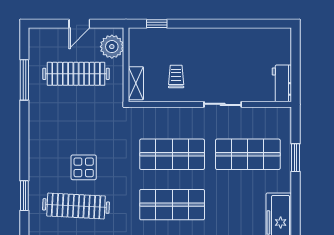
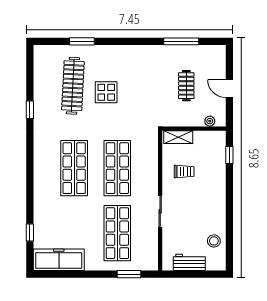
stool: (257, 42) -> (214, 241), added
plant: (112, 47) -> (210, 121), width x0.53, depth x0.53
clothes rail: (76, 74) -> (186, 86), width x0.54, depth x0.76
workbench: (282, 83) -> (189, 262), moved
window: (296, 158) -> (129, 274), moved

